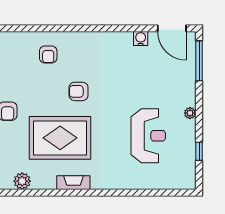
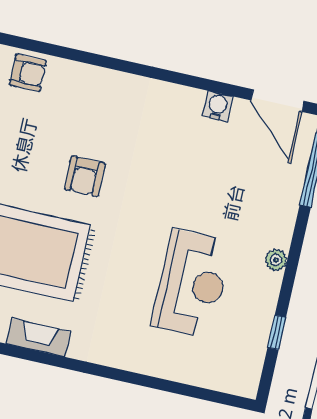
armchair: (48, 54) -> (28, 73), moved, turned -90
armchair: (79, 91) -> (85, 176), turned -90

